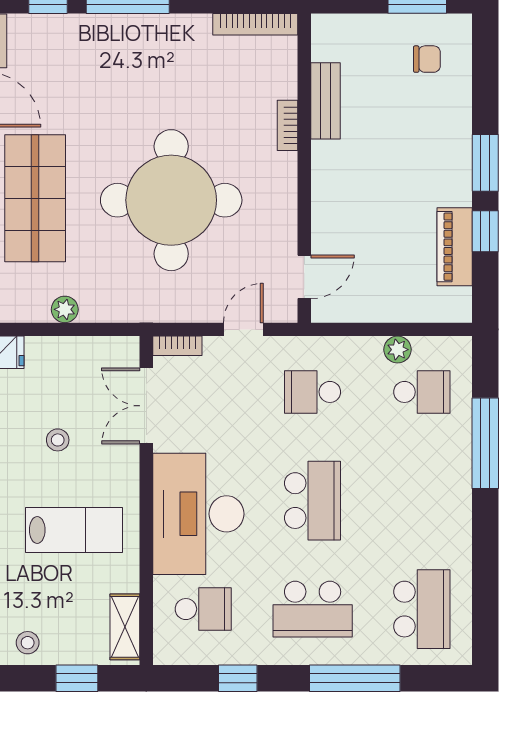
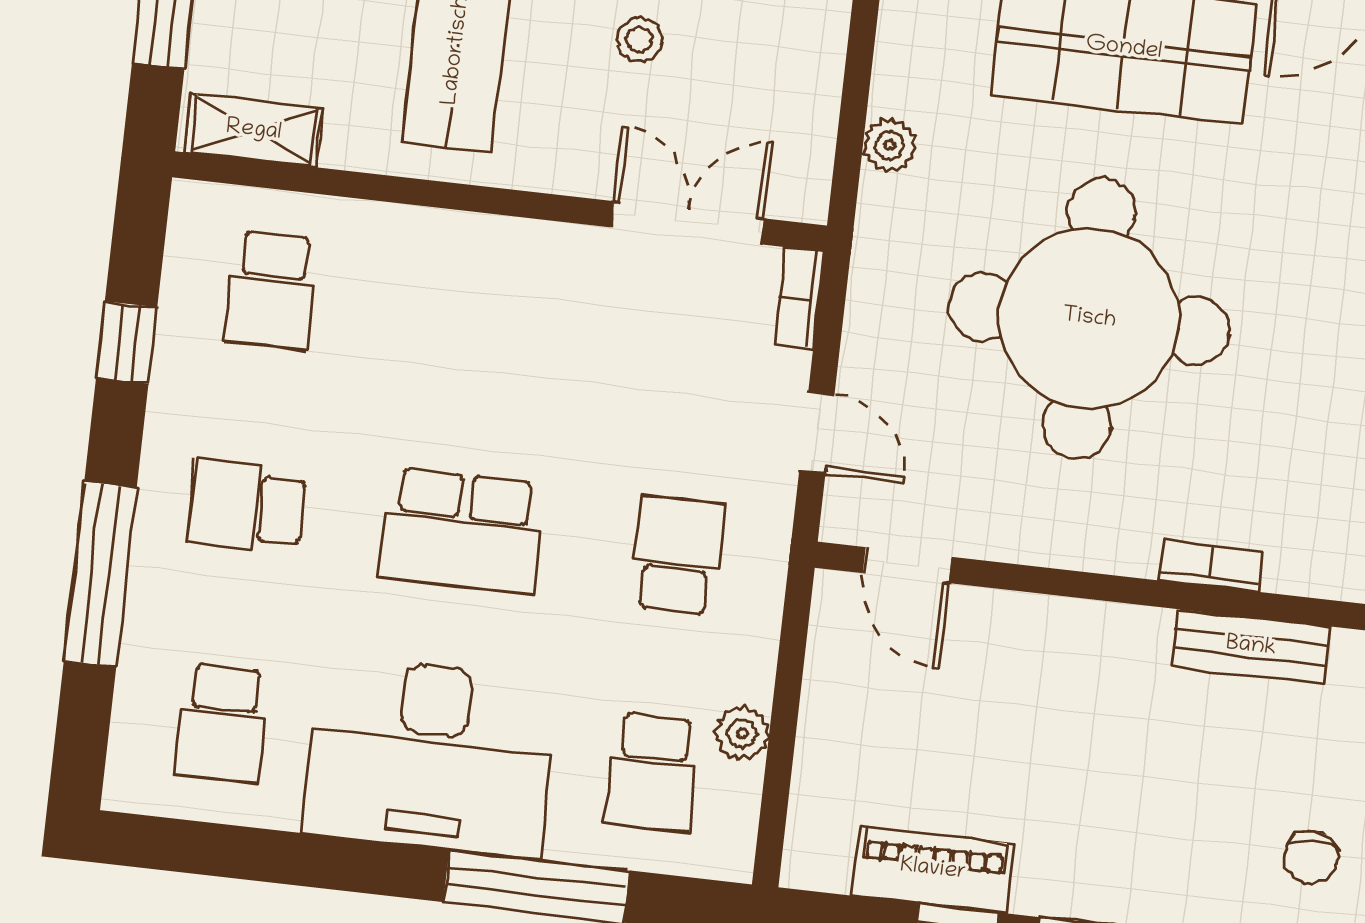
plant: (65, 309) -> (890, 145), moved
desk: (198, 514) -> (430, 756), moved, turned 180
school desk: (313, 609) -> (247, 506), width x0.54
school desk: (422, 609) -> (222, 723), width x0.54

